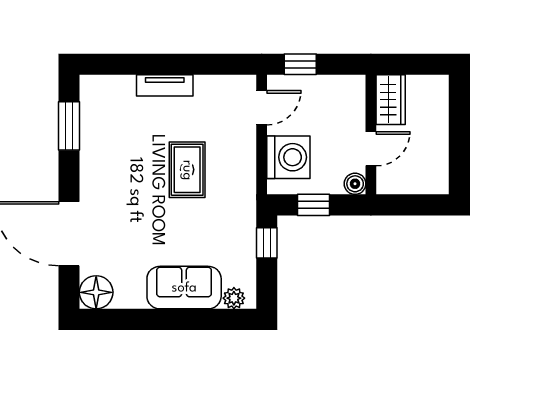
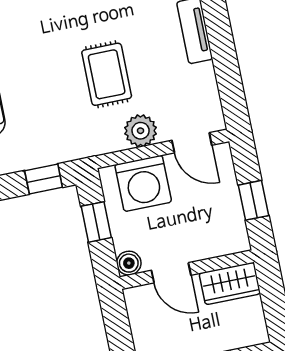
window: (300, 64) -> (254, 200), moved
plant: (242, 150) -> (141, 131), added
rug: (187, 170) -> (107, 74), turned 90

